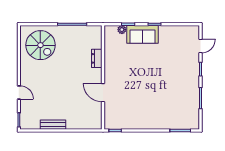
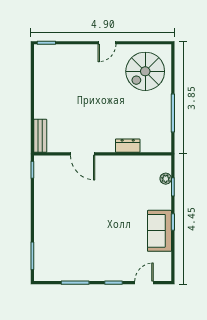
sofa: (143, 34) -> (159, 231), moved
door: (200, 46) -> (144, 283), swing flipped
door: (19, 93) -> (107, 43), moved
door: (103, 93) -> (83, 154), swing flipped
bench: (53, 125) -> (40, 136), moved

